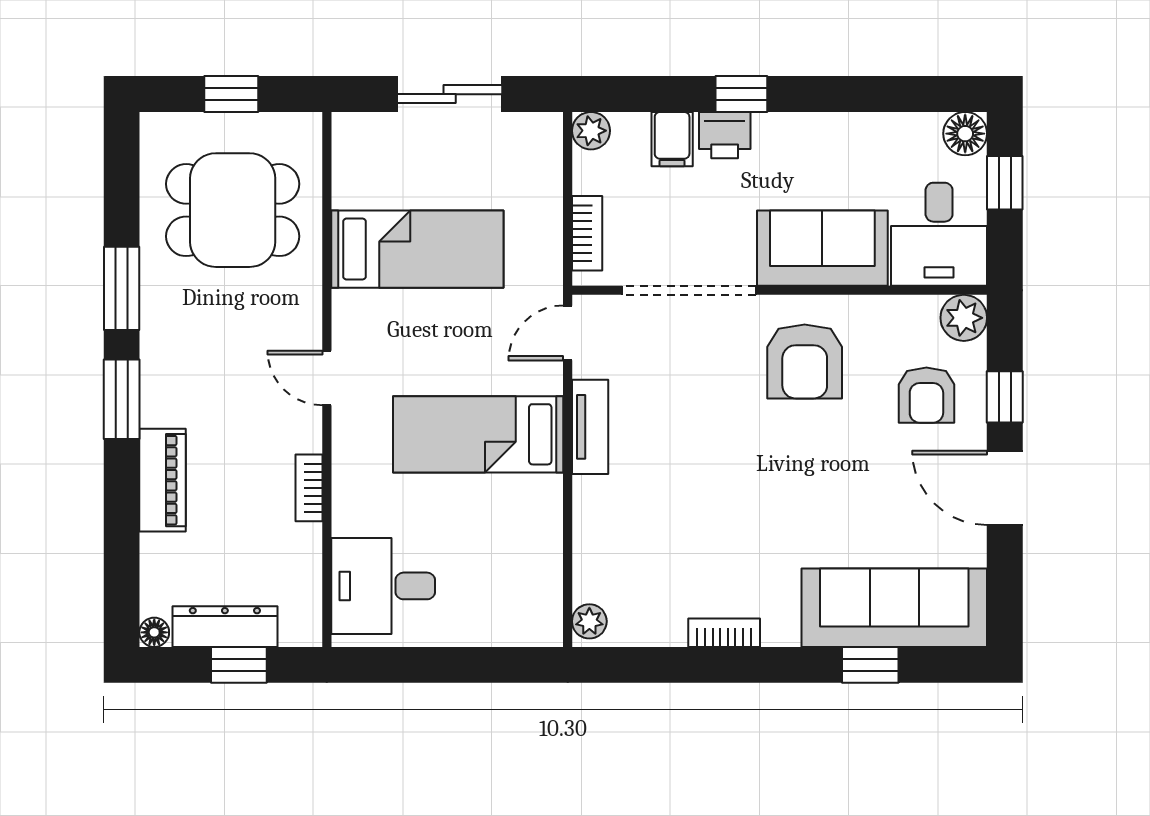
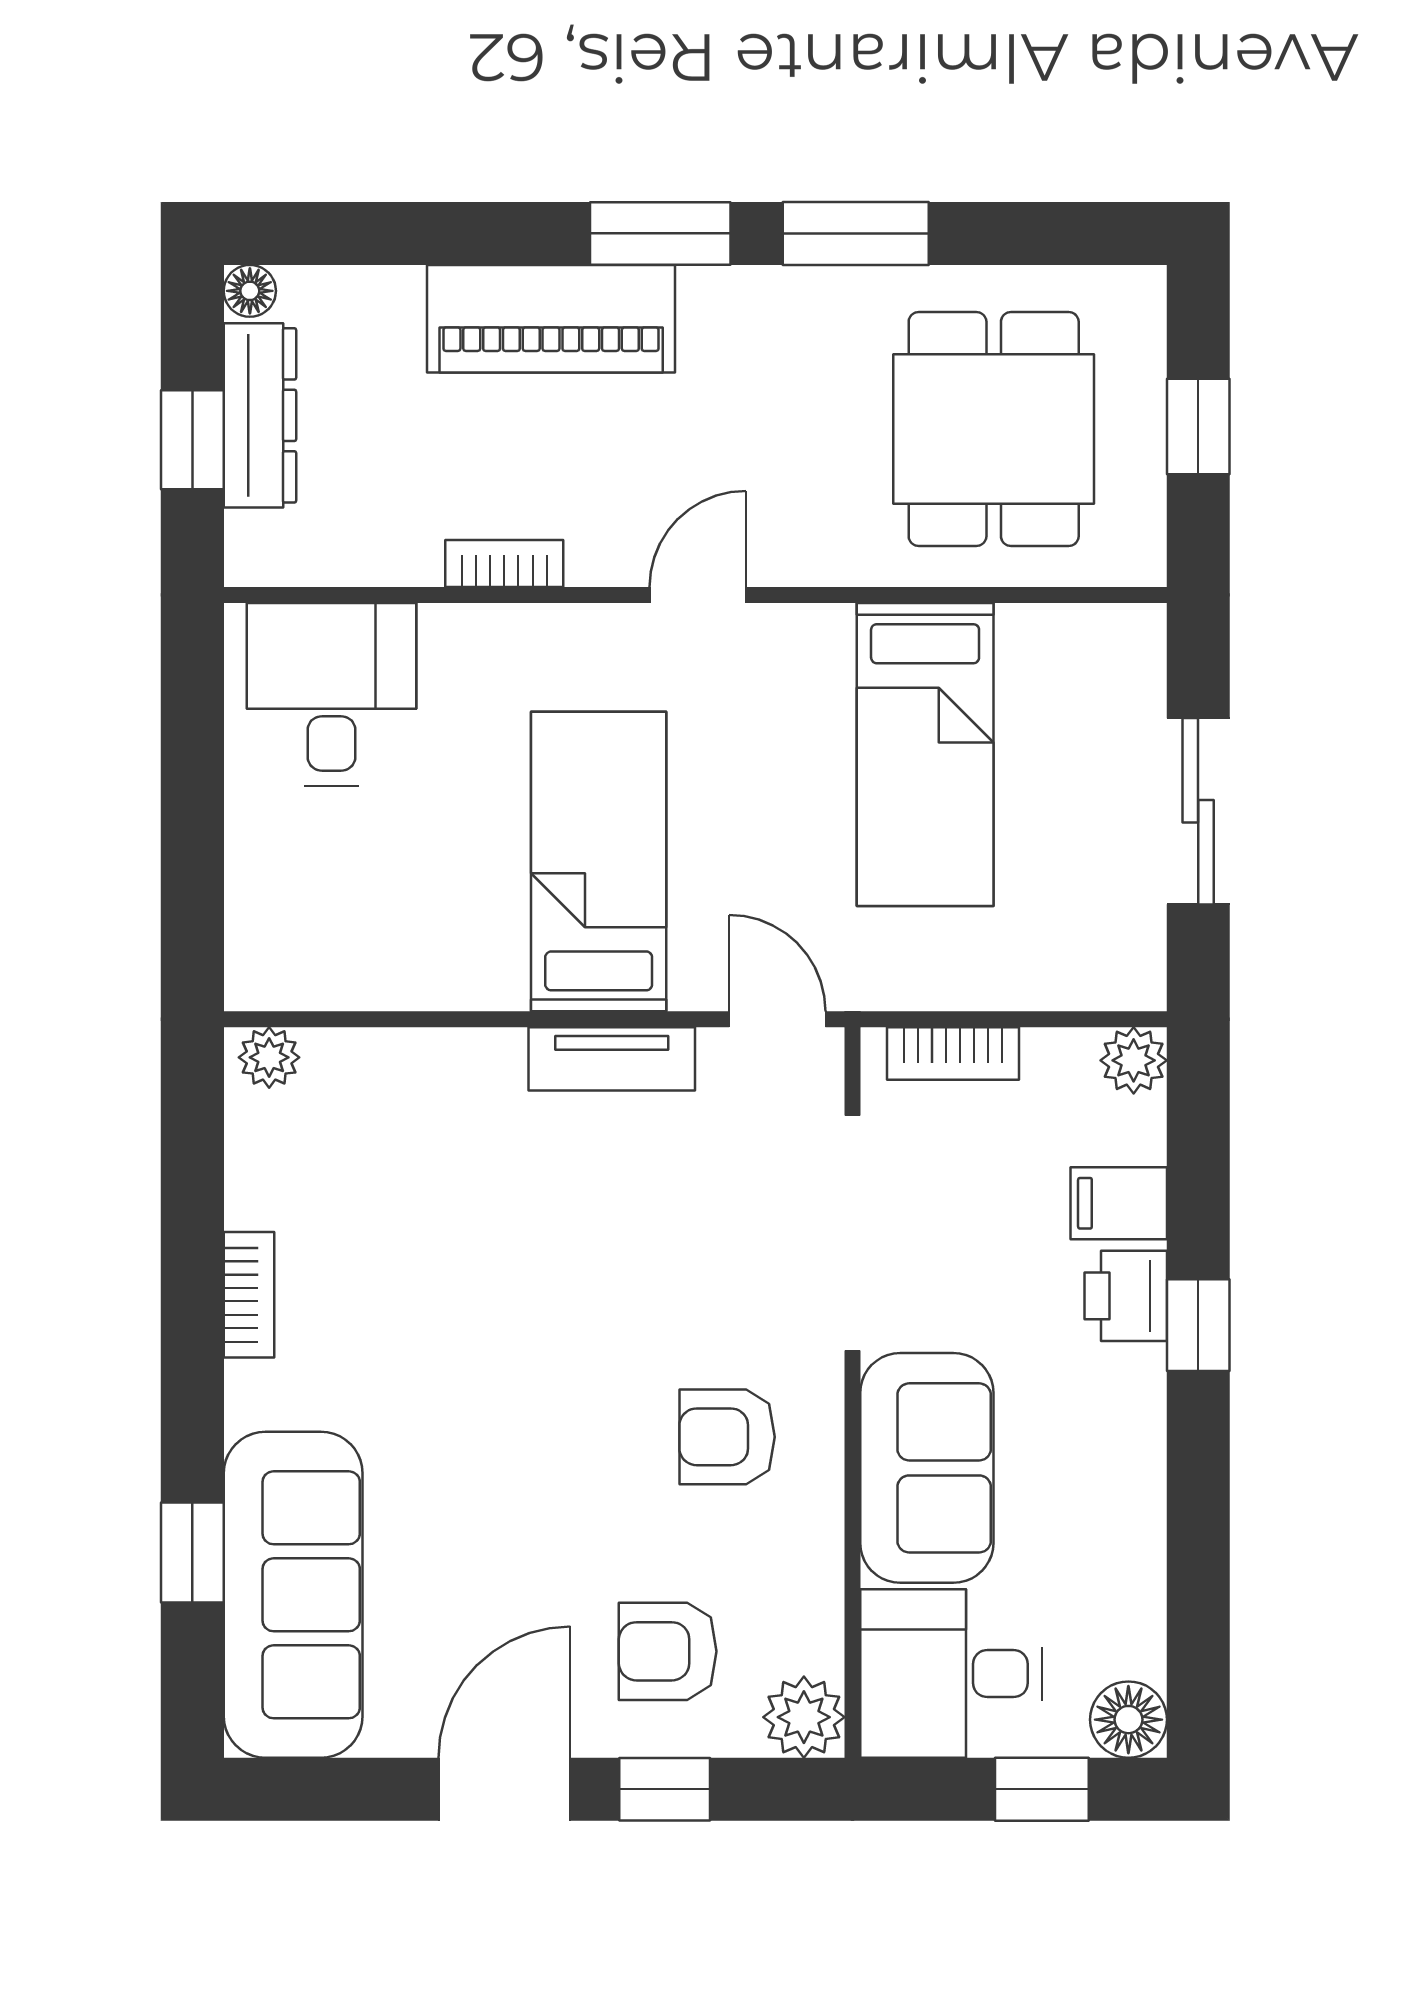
armchair: (805, 361) -> (727, 1437), width x0.72, depth x0.72
piano: (163, 480) -> (551, 319), width x1.37, depth x1.33

